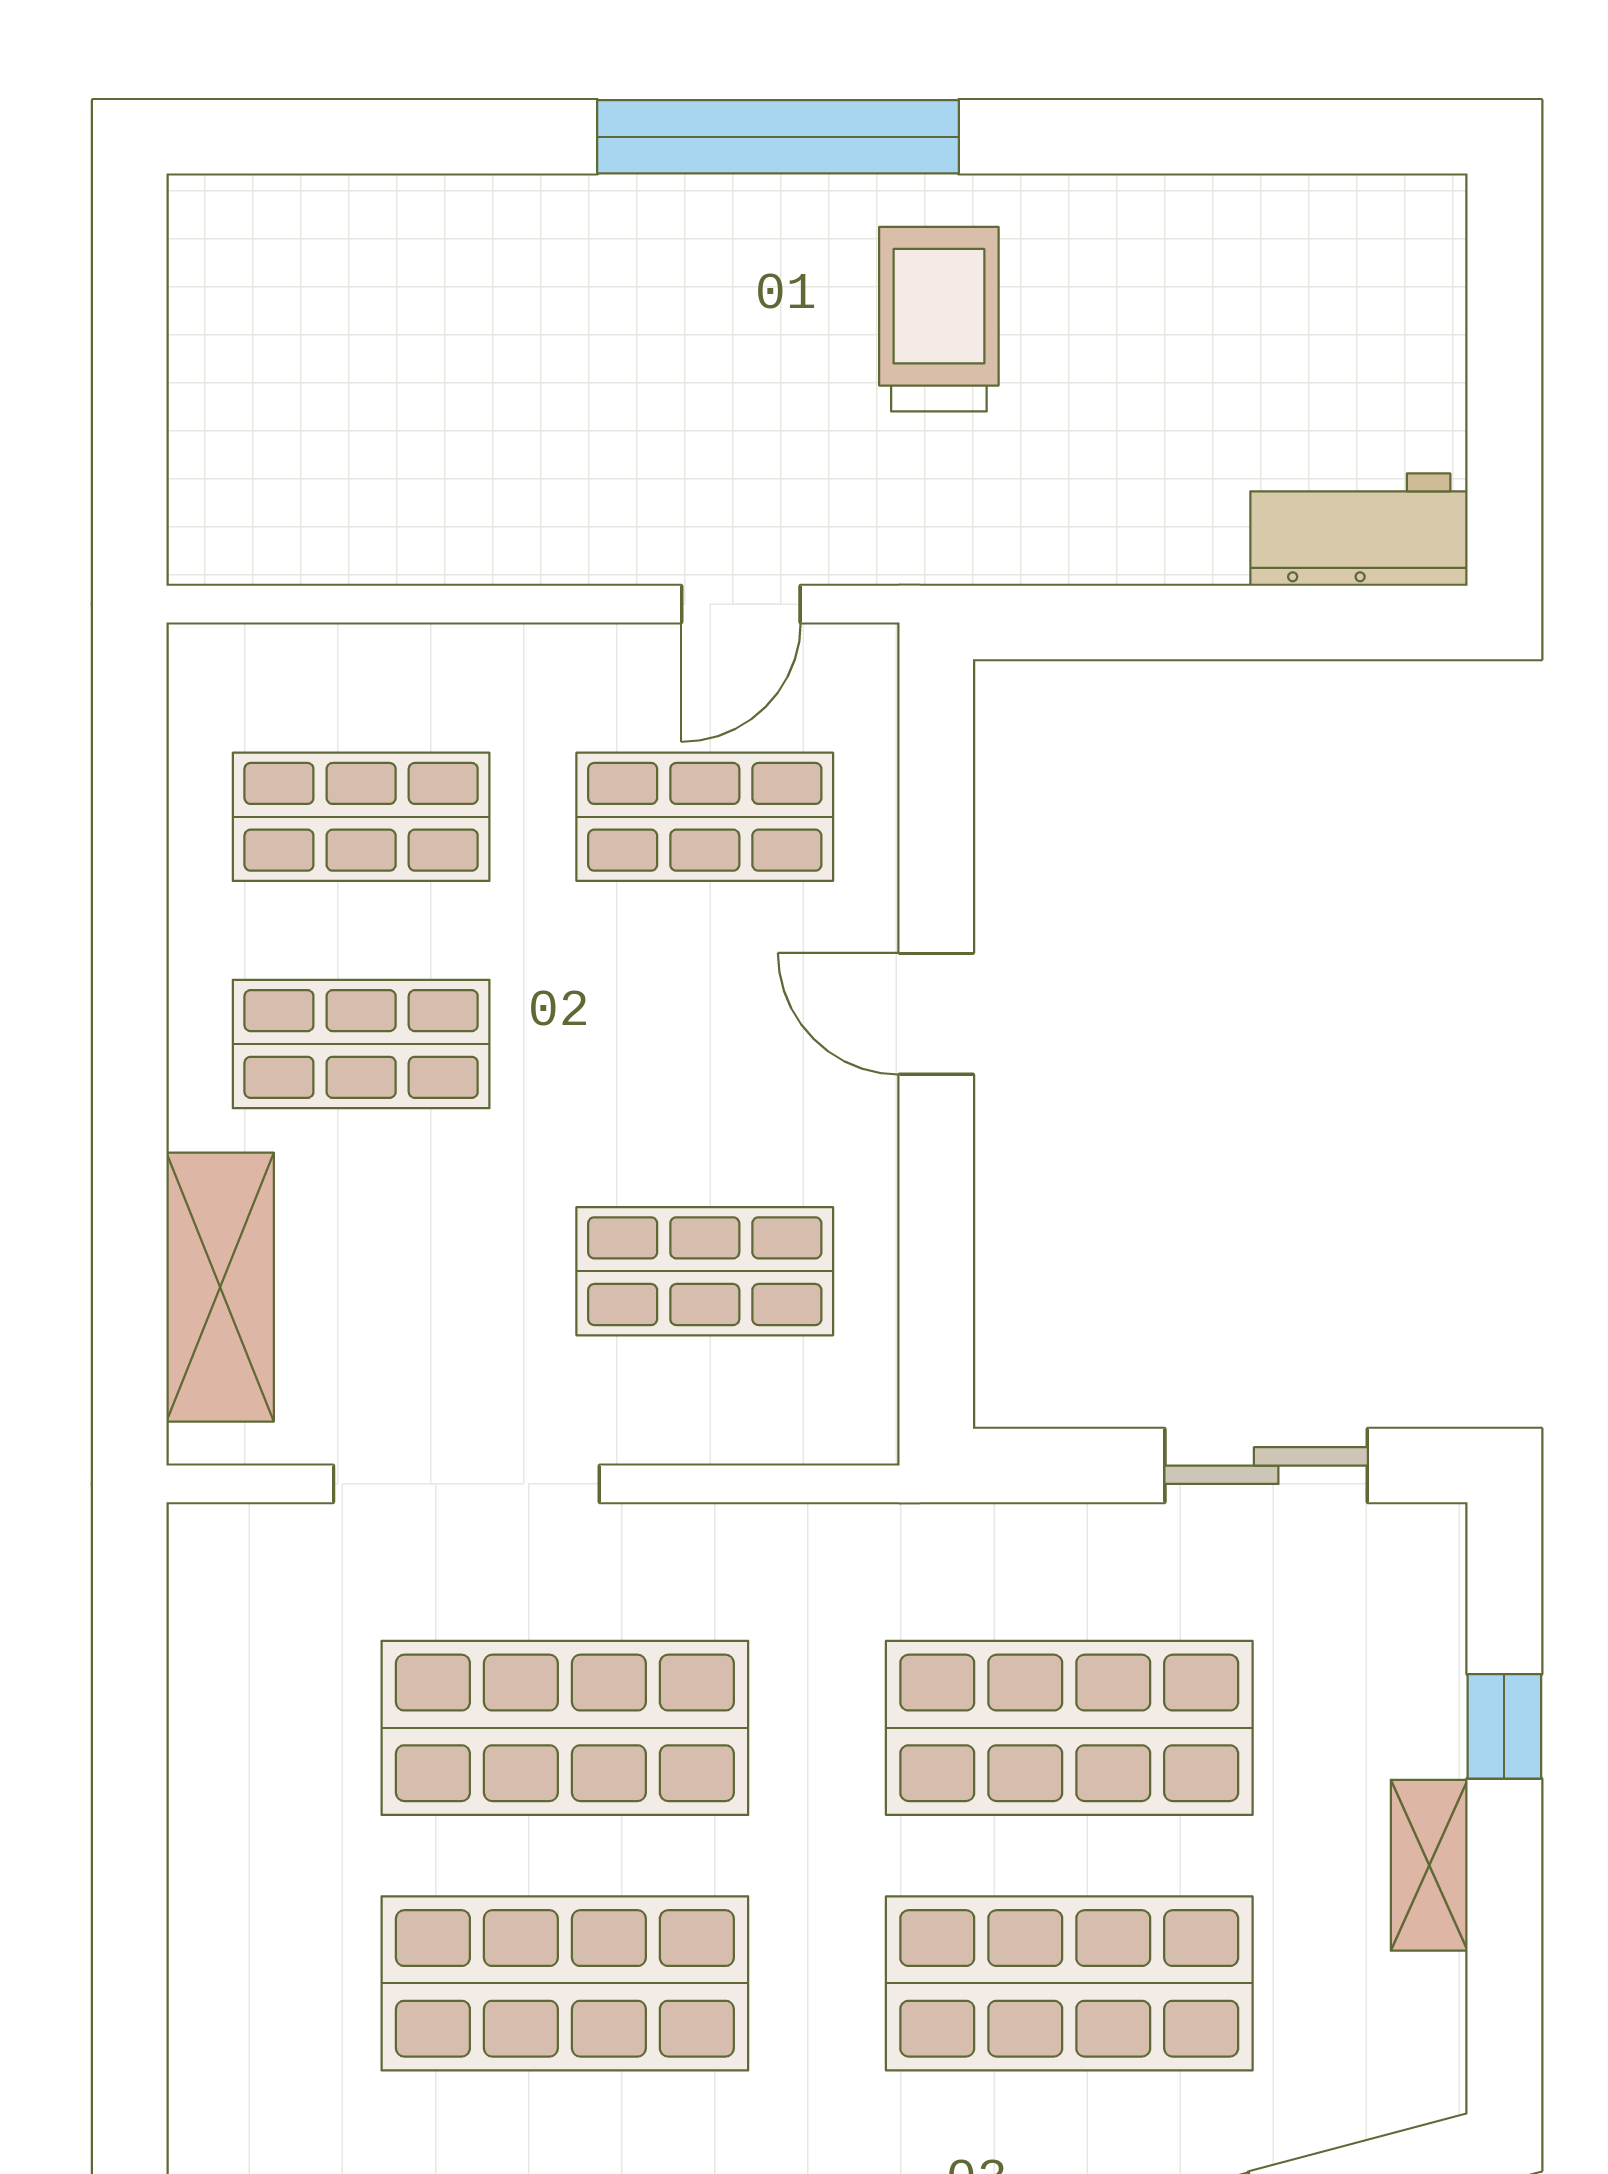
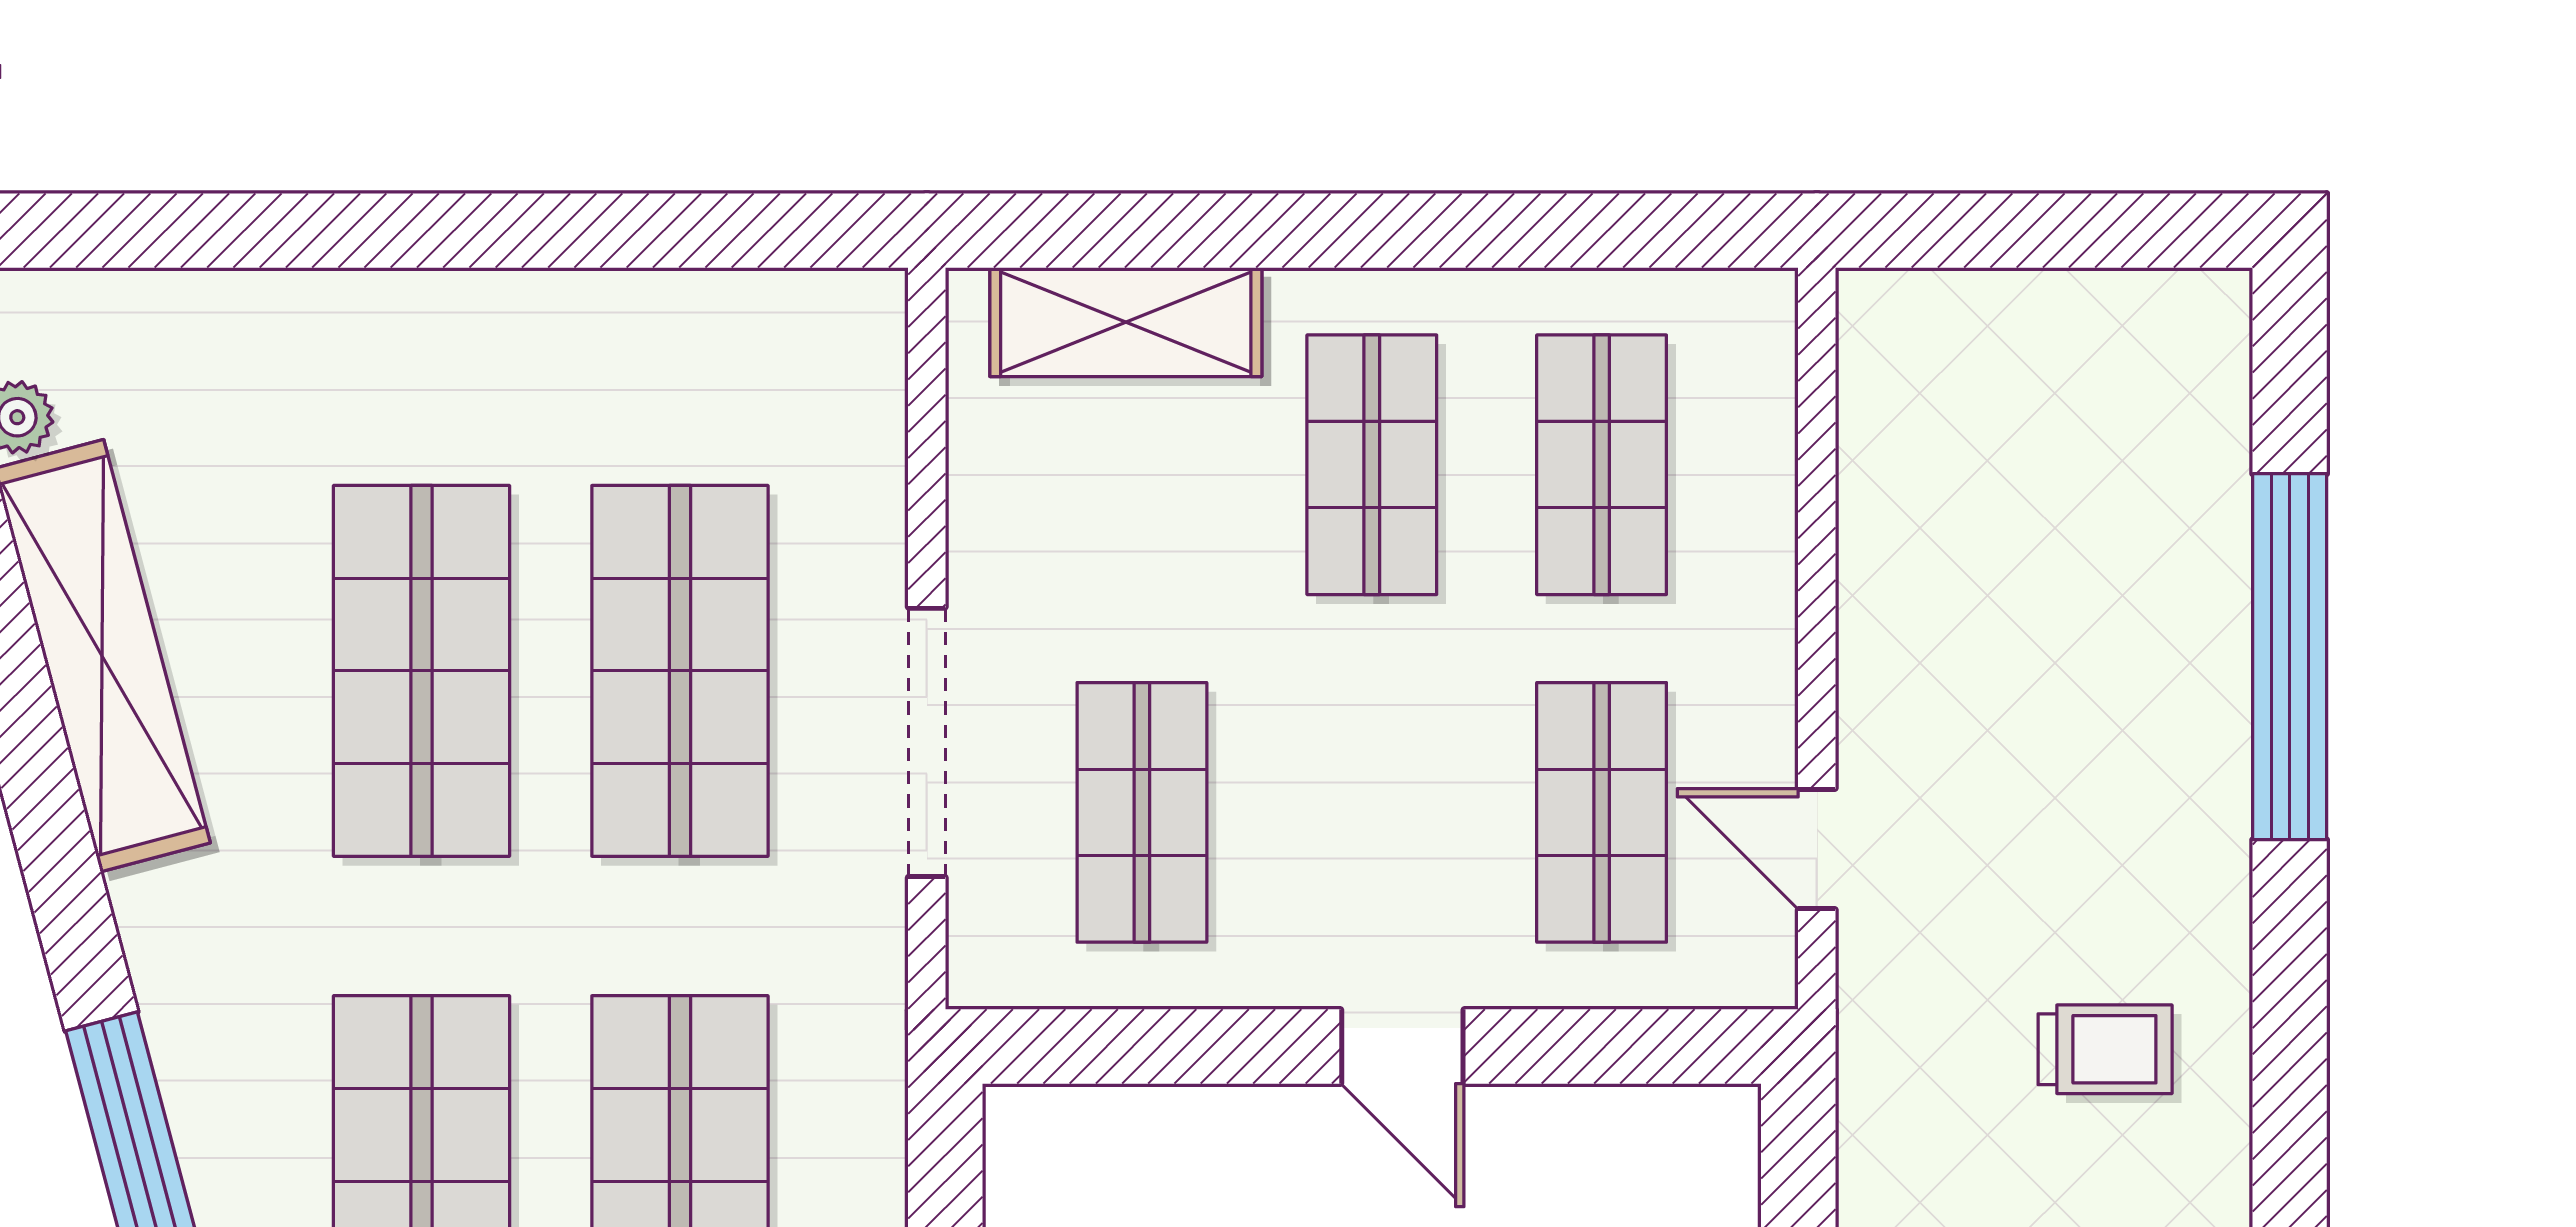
window: (778, 137) -> (2290, 657), moved
trolley: (939, 319) -> (2105, 1049), width x0.73, depth x0.72
door: (936, 1014) -> (1402, 1047), swing flipped
doorway: (466, 1484) -> (927, 742), moved

